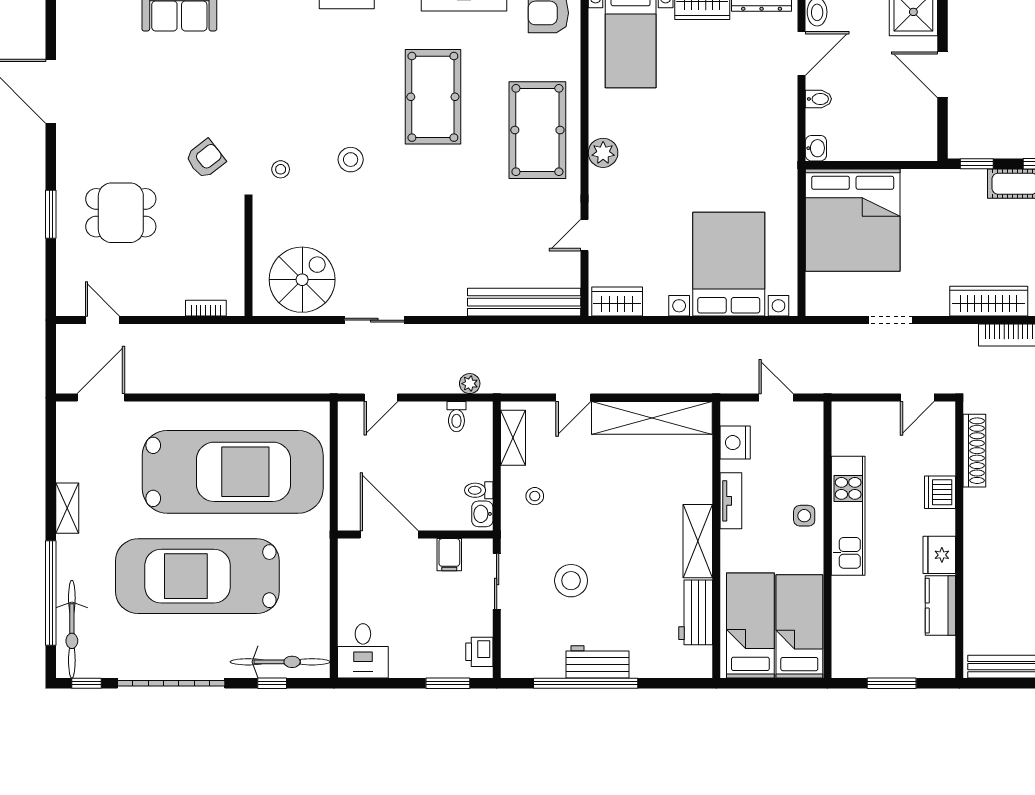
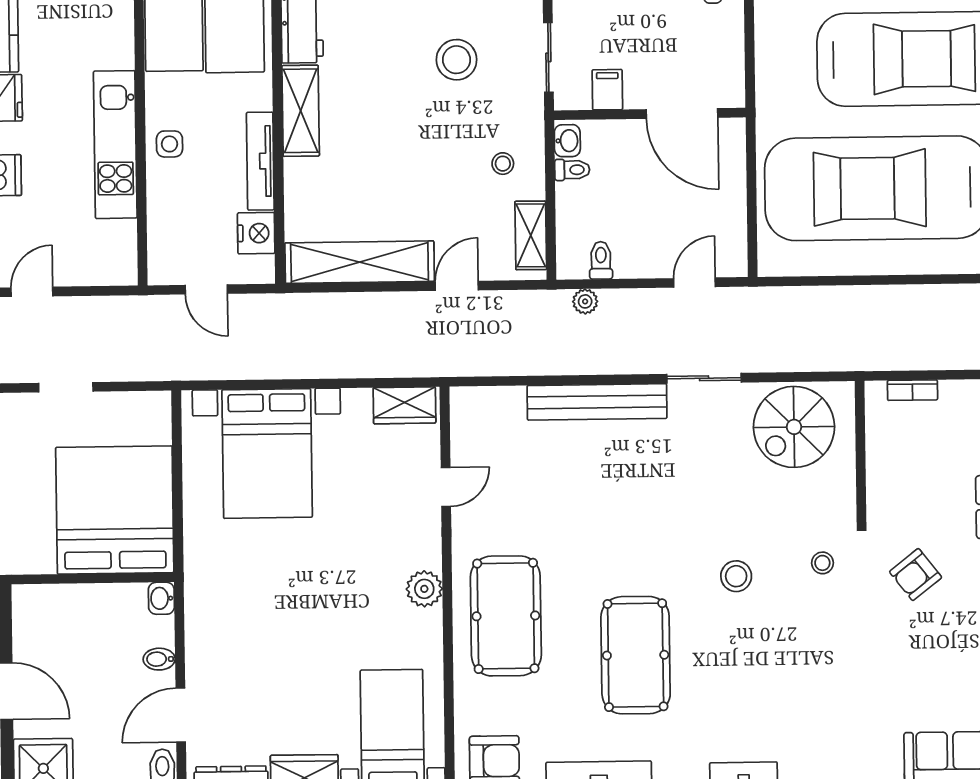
bench: (524, 302) -> (597, 402), moved
tv unit: (731, 501) -> (260, 161), width x1.41

